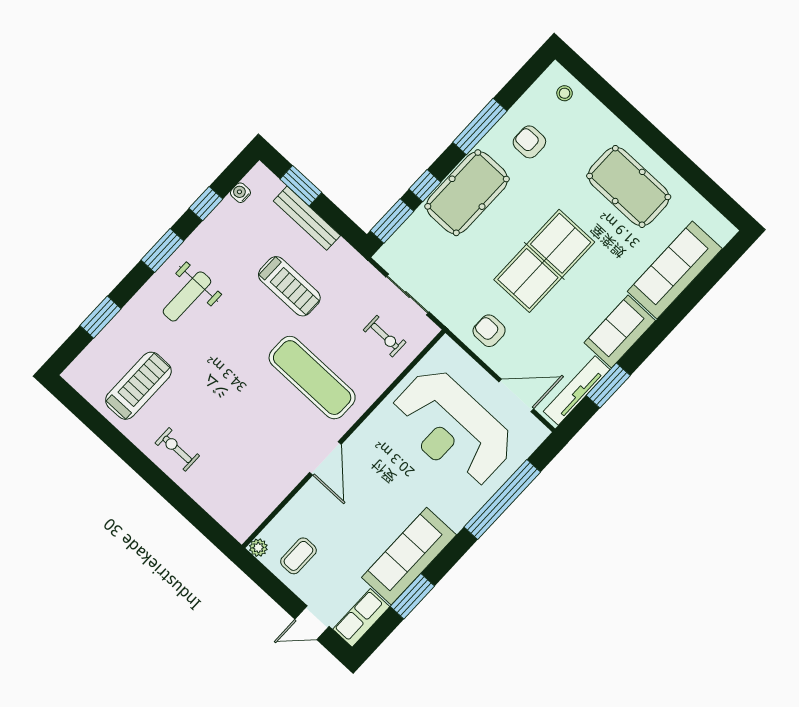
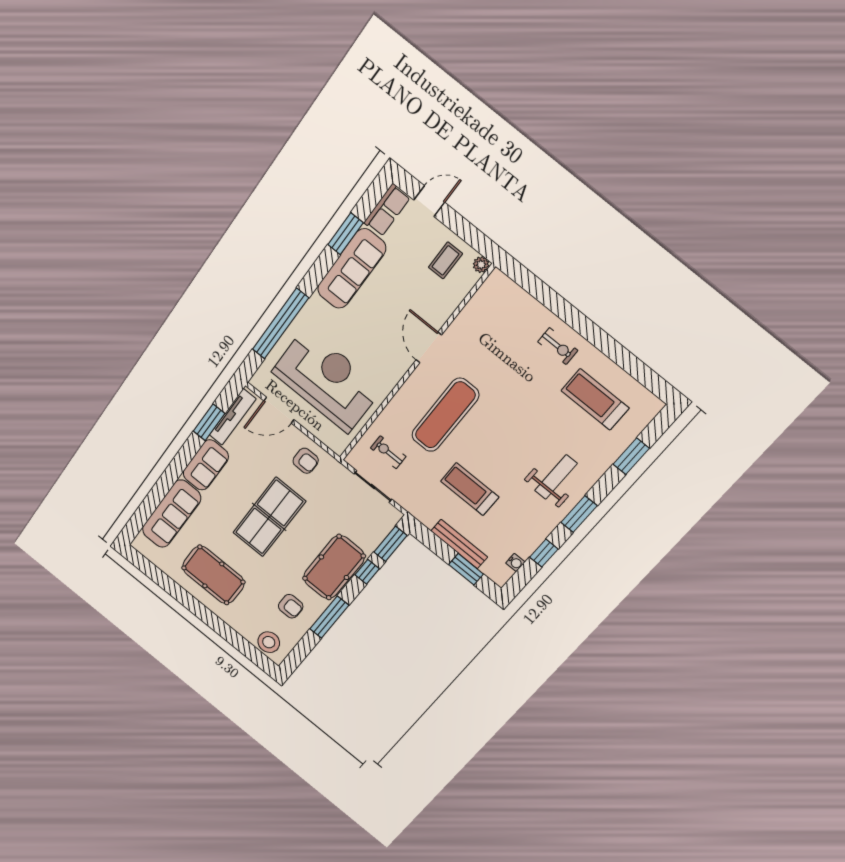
stool: (565, 93) -> (269, 642), width x1.89, depth x1.89
exercise mat: (312, 378) -> (445, 415), turned 90
treadmill: (138, 386) -> (595, 399), turned 90

